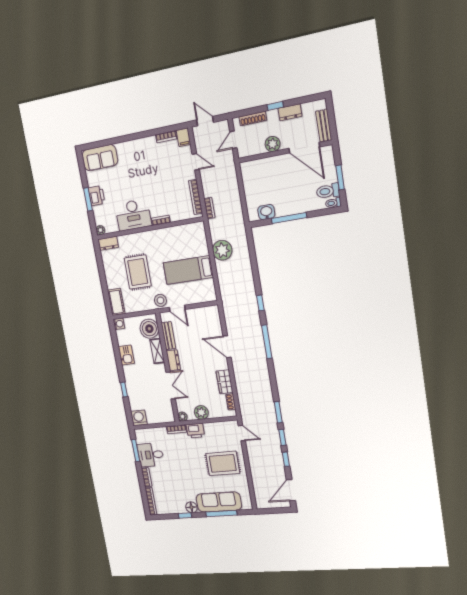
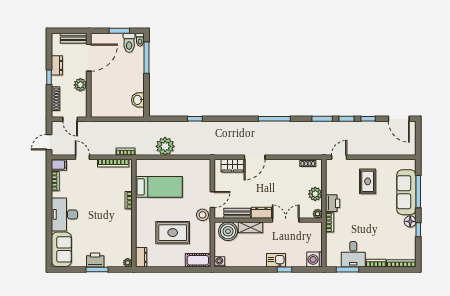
door: (196, 162) -> (82, 157), hinge flipped
desk: (133, 215) -> (64, 214), moved, turned 180
window: (289, 218) -> (146, 58), moved
bed: (188, 270) -> (159, 187), moved, turned -90
window: (260, 303) -> (195, 119), moved
window: (267, 342) -> (274, 119), moved
kitchen sink: (126, 355) -> (276, 260), moved
wardrobe: (225, 382) -> (232, 166), moved
rug: (223, 463) -> (368, 181), width x0.73, depth x0.70

